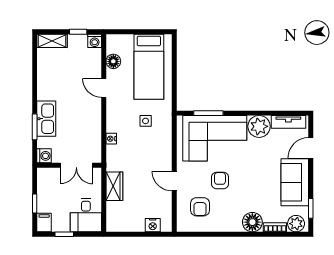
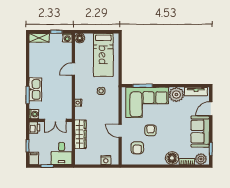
floor lamp: (113, 61) -> (80, 38), moved
door: (104, 88) -> (73, 69), hinge flipped
printer: (45, 176) -> (34, 128), added
wardrobe: (114, 186) -> (80, 134), width x1.50

